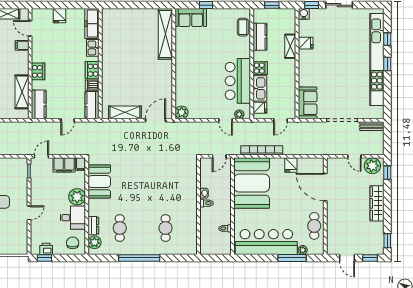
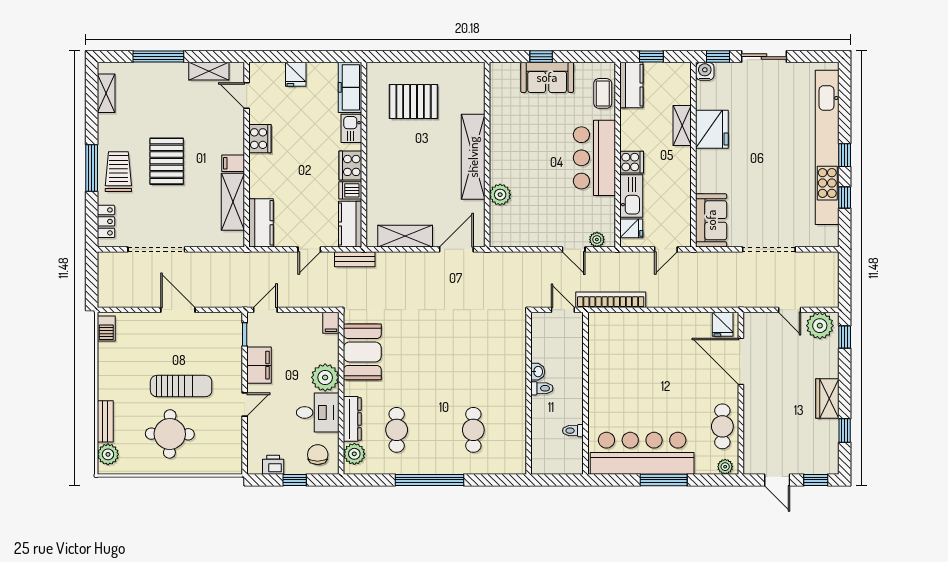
sofa: (191, 18) -> (547, 77), moved
pallet: (130, 32) -> (414, 102), added
shelving: (165, 34) -> (473, 157), moved
kitchen counter: (260, 37) -> (631, 85), moved
window: (387, 39) -> (845, 198), moved
fridge: (306, 43) -> (712, 129), width x1.88, depth x1.34
filing cabinet: (22, 45) -> (233, 163), moved
cooker: (38, 71) -> (260, 139), moved
bar counter: (238, 81) -> (594, 158), moved
plant: (182, 112) -> (500, 195), moved
bench: (372, 126) -> (355, 259), moved
bookcase: (262, 150) -> (611, 300), moved
door: (219, 156) -> (563, 310), swing flipped
filing cabinet: (64, 165) -> (259, 365), moved, turned -90
fridge: (291, 165) -> (723, 324), moved
booth: (252, 183) -> (618, 355), removed
wardrobe: (377, 203) -> (827, 398), width x0.67
dresser: (93, 226) -> (352, 419), width x1.44
window: (387, 241) -> (845, 431), moved
plant: (303, 250) -> (725, 467), moved
window: (44, 258) -> (295, 480), moved
window: (292, 258) -> (664, 480), moved

